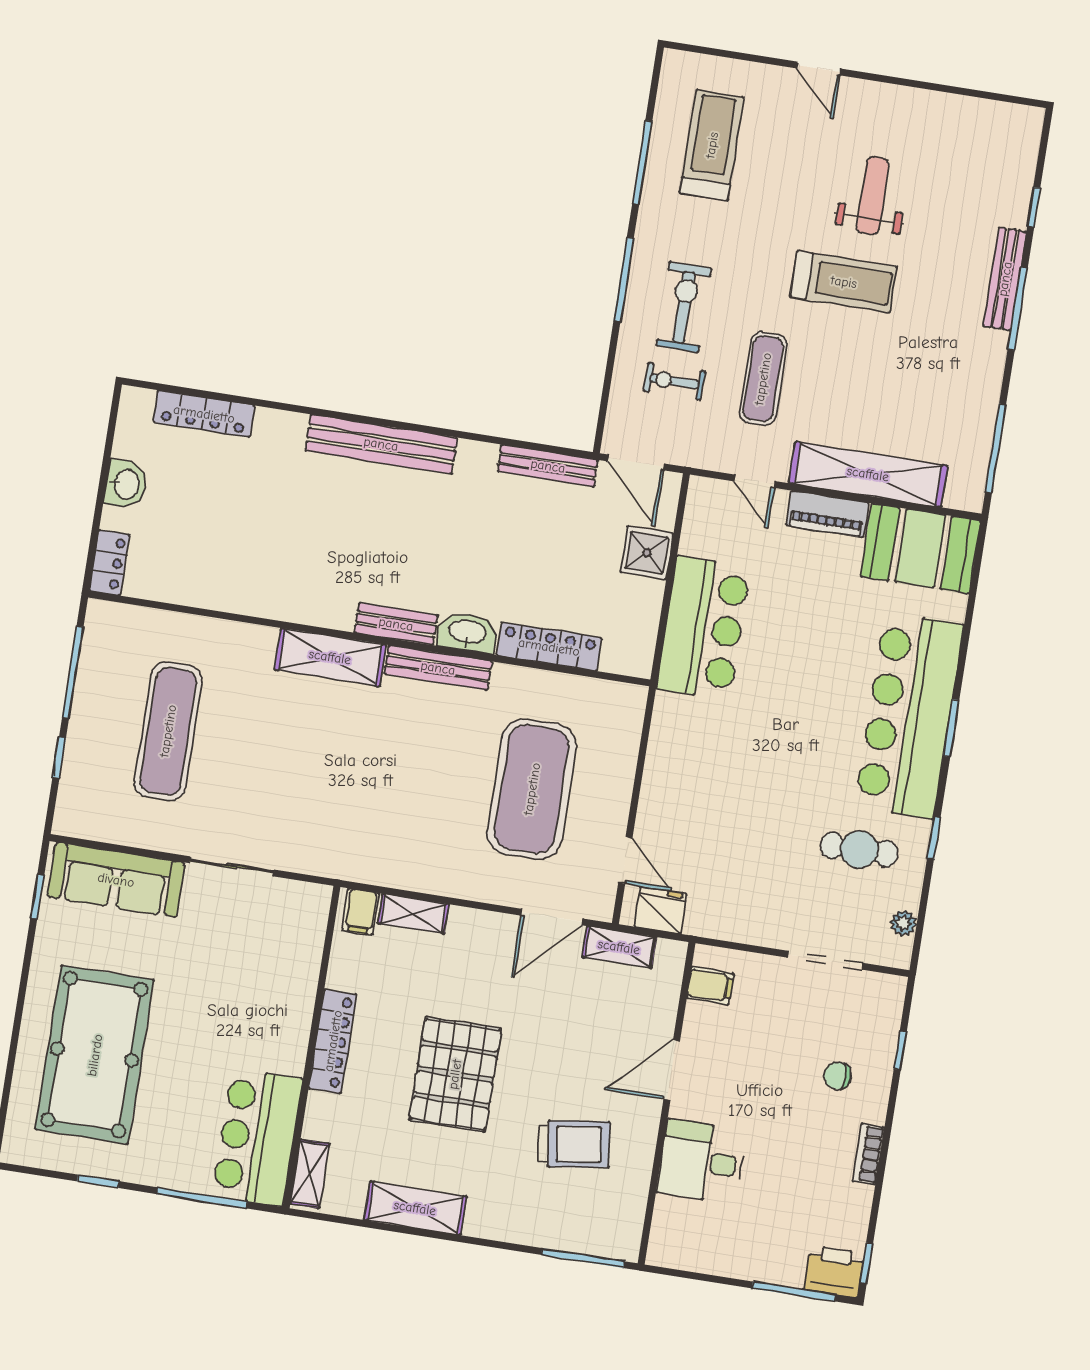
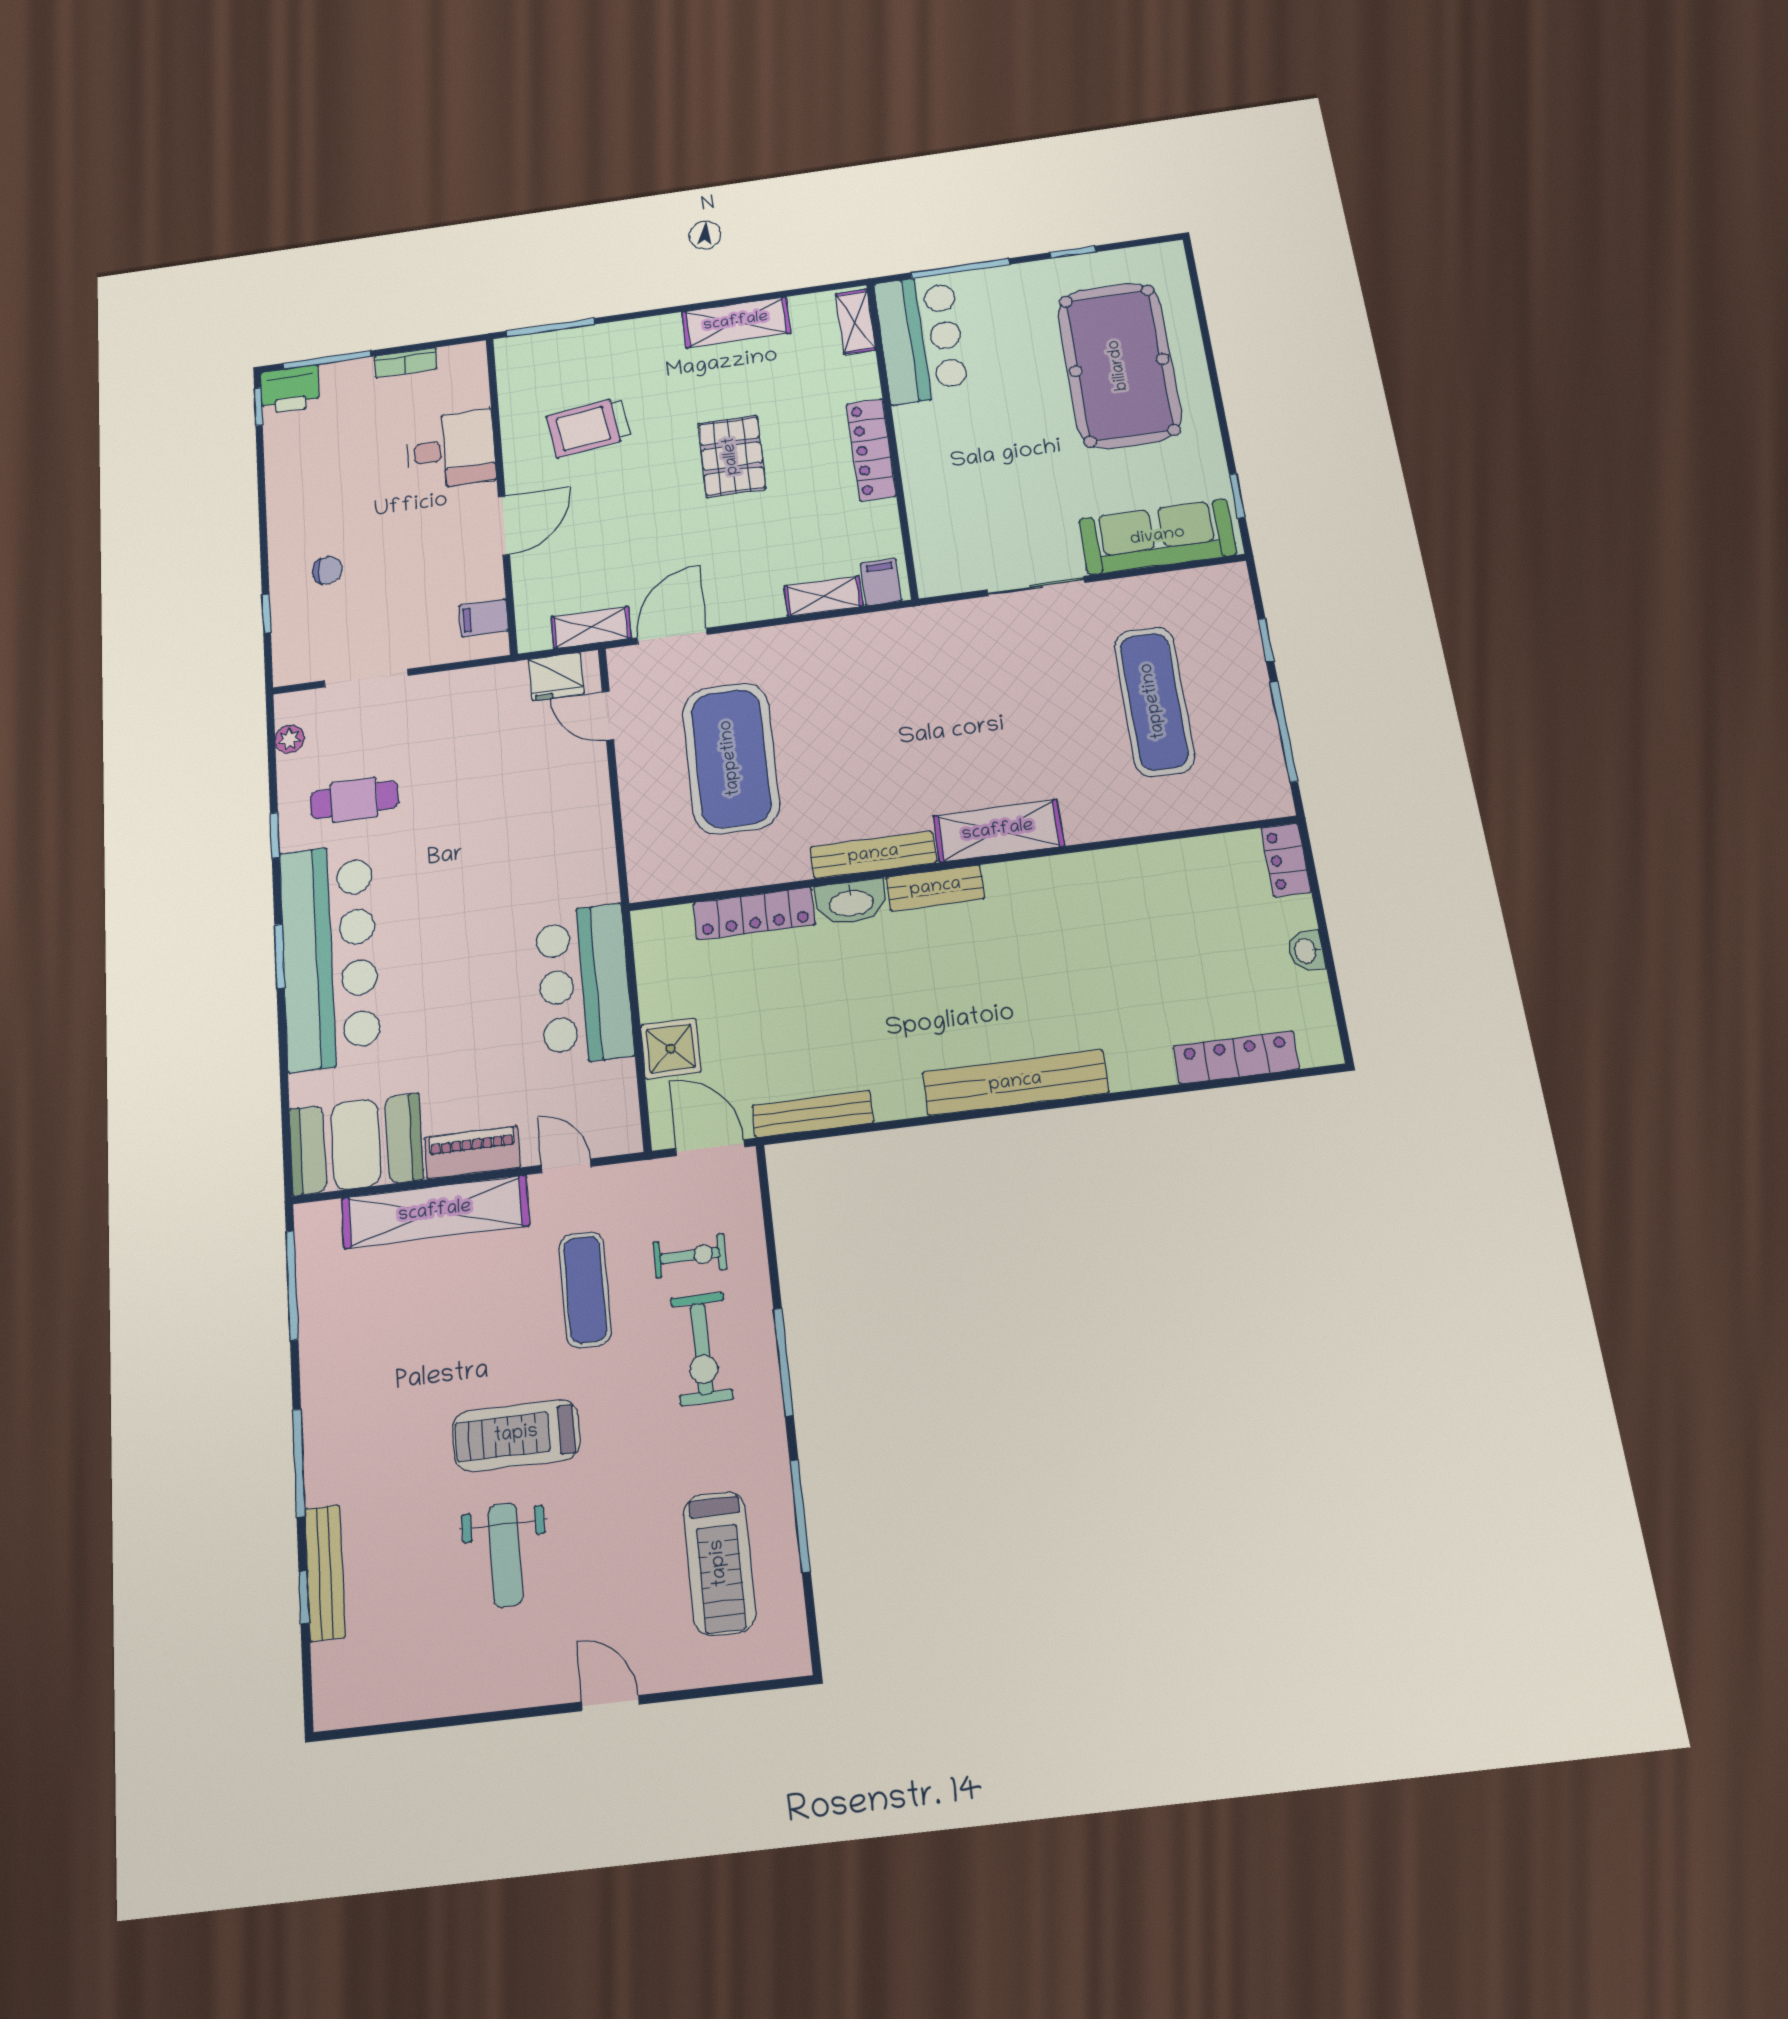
bench: (1005, 279) -> (325, 1573), moved
washbasin: (126, 484) -> (1306, 951), width x0.72, depth x0.69
pallet: (455, 1074) -> (732, 456), width x0.73, depth x0.71
bookcase: (868, 1154) -> (406, 363), moved, turned 90

